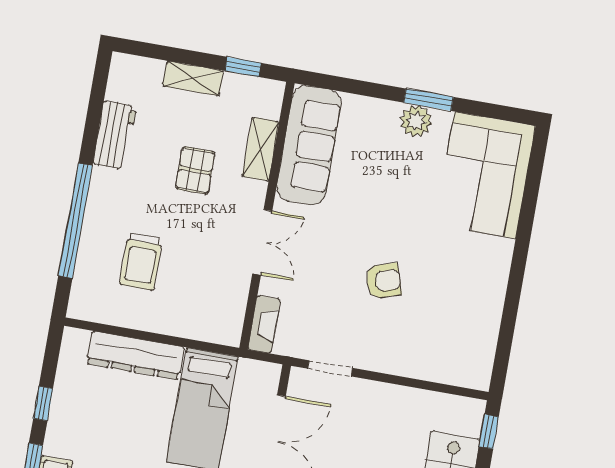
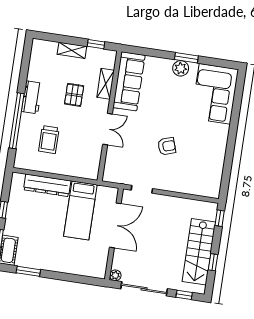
workbench: (115, 135) -> (32, 97), moved
fireplace: (264, 324) -> (109, 169), removed

